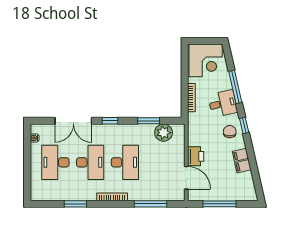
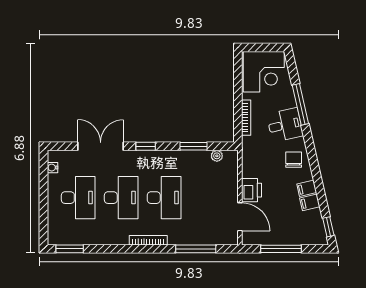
double door: (73, 121) -> (101, 146), swing flipped
window: (244, 125) -> (328, 227), moved
plant: (164, 133) -> (217, 156), width x0.53, depth x0.53
desk: (55, 162) -> (78, 198), turned 180
window: (75, 204) -> (70, 249), moved

